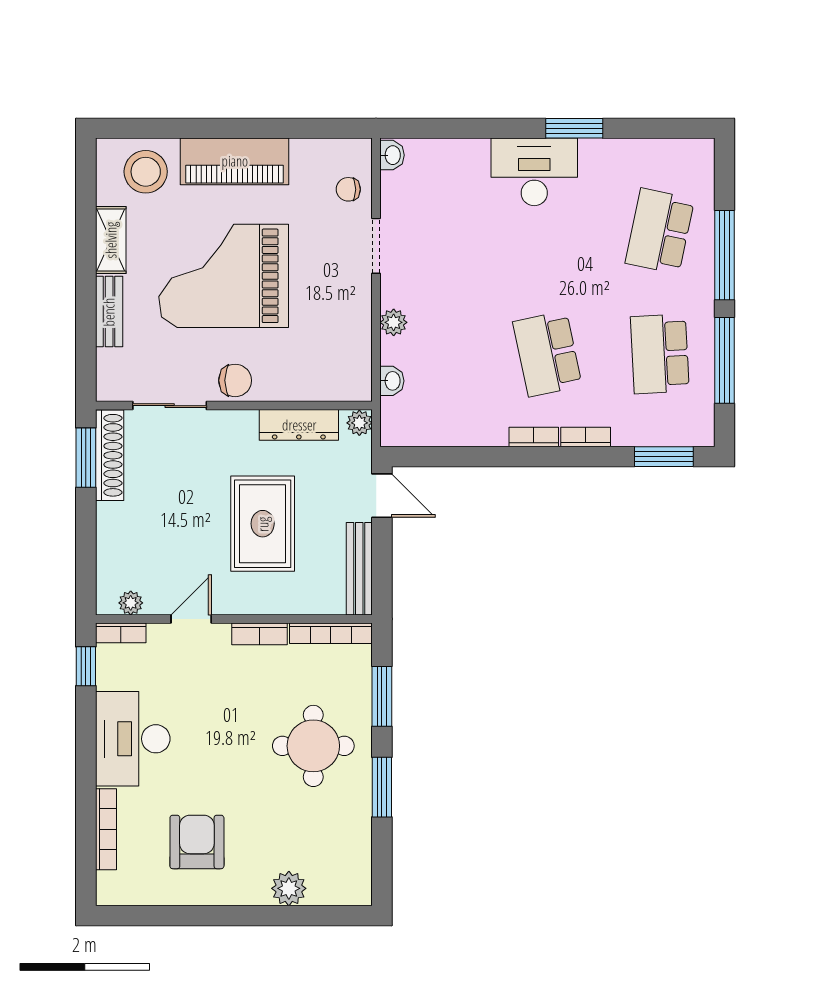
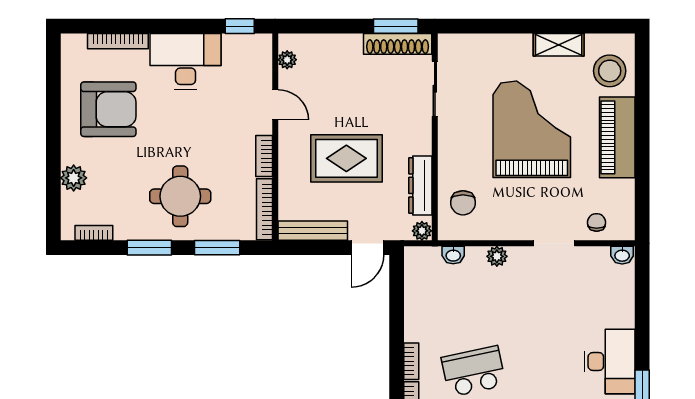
bench: (109, 312) -> (505, 44), removed
chair: (235, 380) -> (463, 203), moved
bookcase: (121, 633) -> (94, 233), moved, turned 90
armchair: (197, 842) -> (108, 109), width x1.36, depth x1.36

